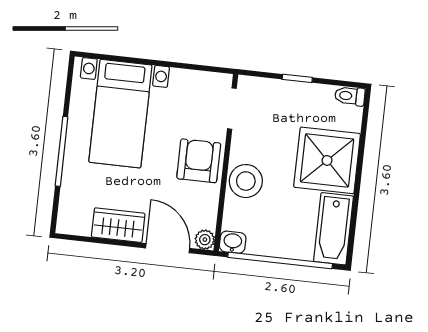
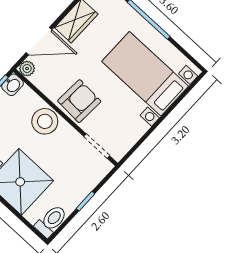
toilet: (350, 96) -> (51, 221), width x1.37, depth x1.39
armchair: (199, 161) -> (79, 101), turned -87

